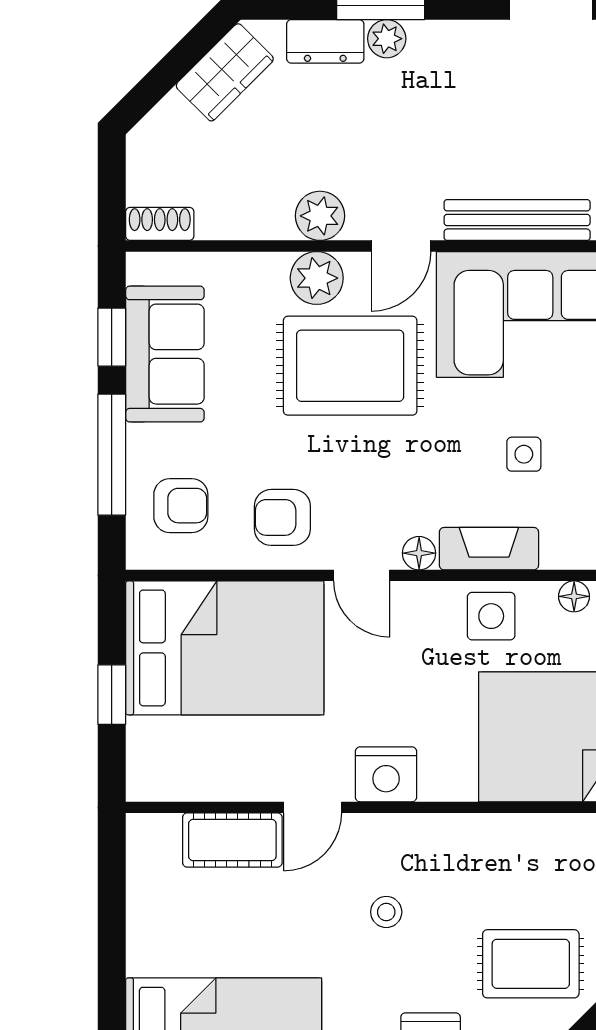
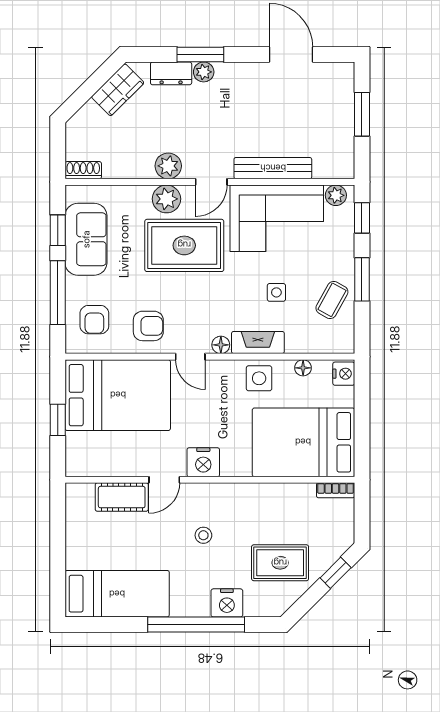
armchair: (181, 506) -> (94, 320), turned 90
armchair: (282, 517) -> (148, 326), turned 180

